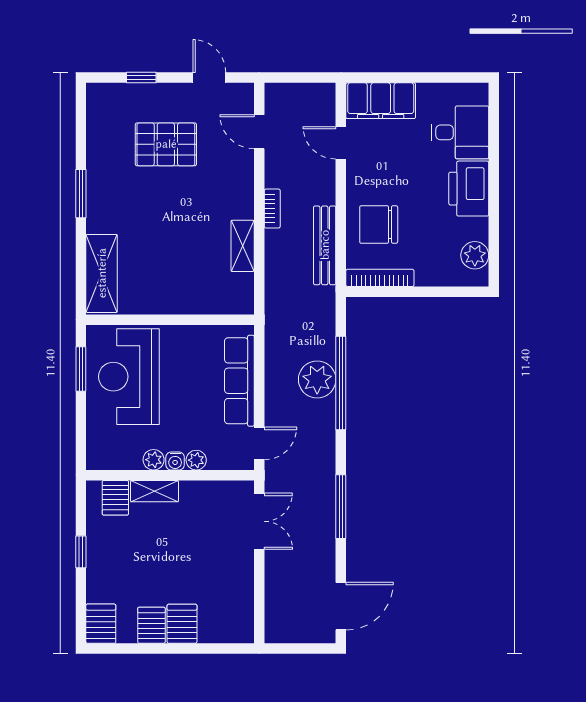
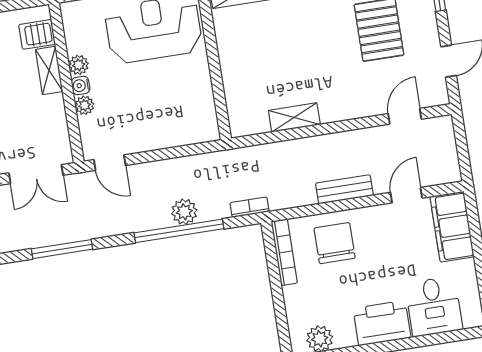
bookcase: (272, 209) -> (250, 207), moved, turned 180
bench: (325, 245) -> (344, 189), moved, width x0.73
plant: (317, 379) -> (184, 212), width x0.73, depth x0.73
row of seats: (239, 381) -> (166, 134), removed

